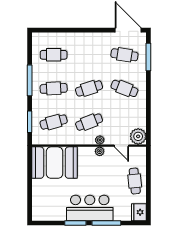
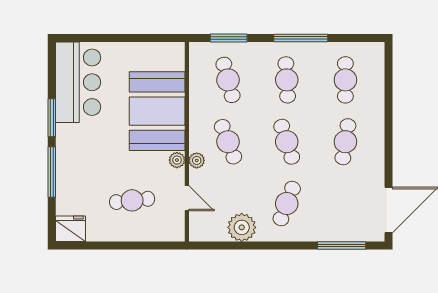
cafe table: (124, 55) -> (345, 142), moved
plant: (138, 136) -> (242, 227), moved
door: (121, 146) -> (187, 198), swing flipped
booth: (54, 163) -> (157, 111), moved
cafe table: (135, 181) -> (132, 200), moved
bar counter: (90, 208) -> (78, 82), moved

